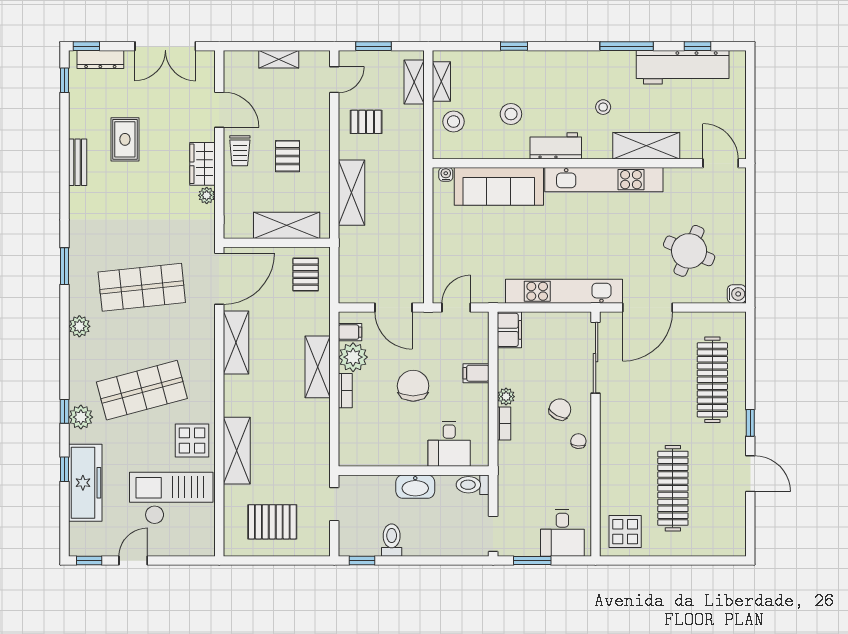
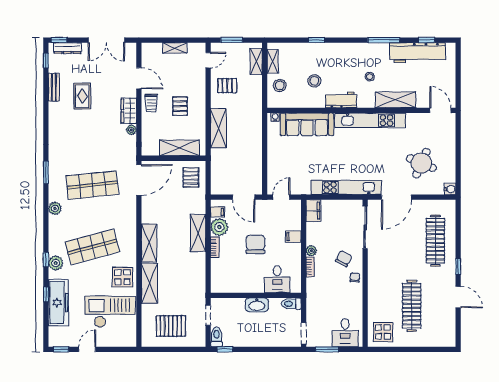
bench: (78, 162) -> (54, 87), moved
shelving: (236, 342) -> (149, 243), moved
toilet: (392, 540) -> (216, 337), moved

